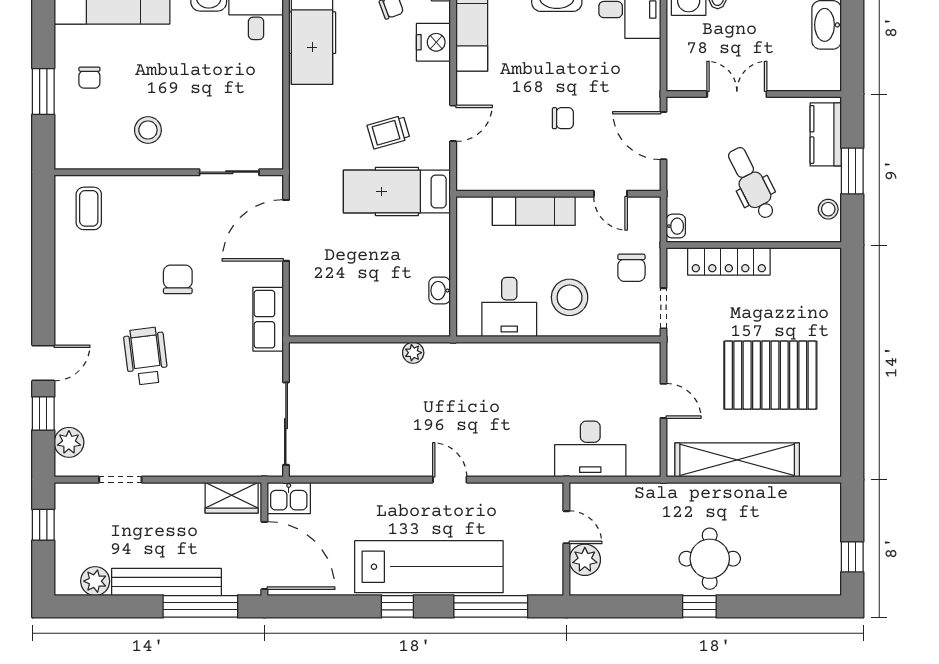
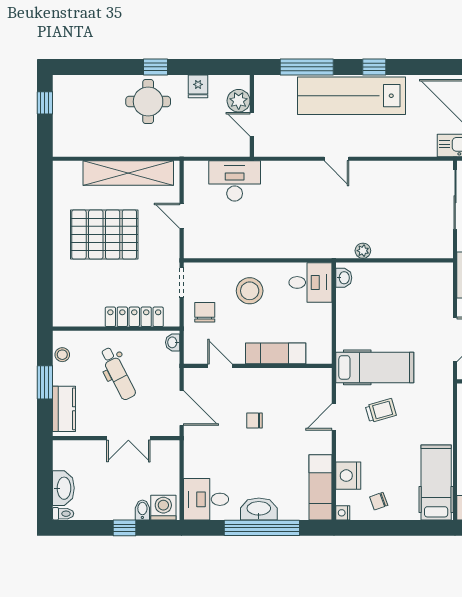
washbasin: (440, 291) -> (344, 278), moved
desk: (509, 307) -> (311, 282), moved, turned 90
fridge: (641, 580) -> (198, 86), added

